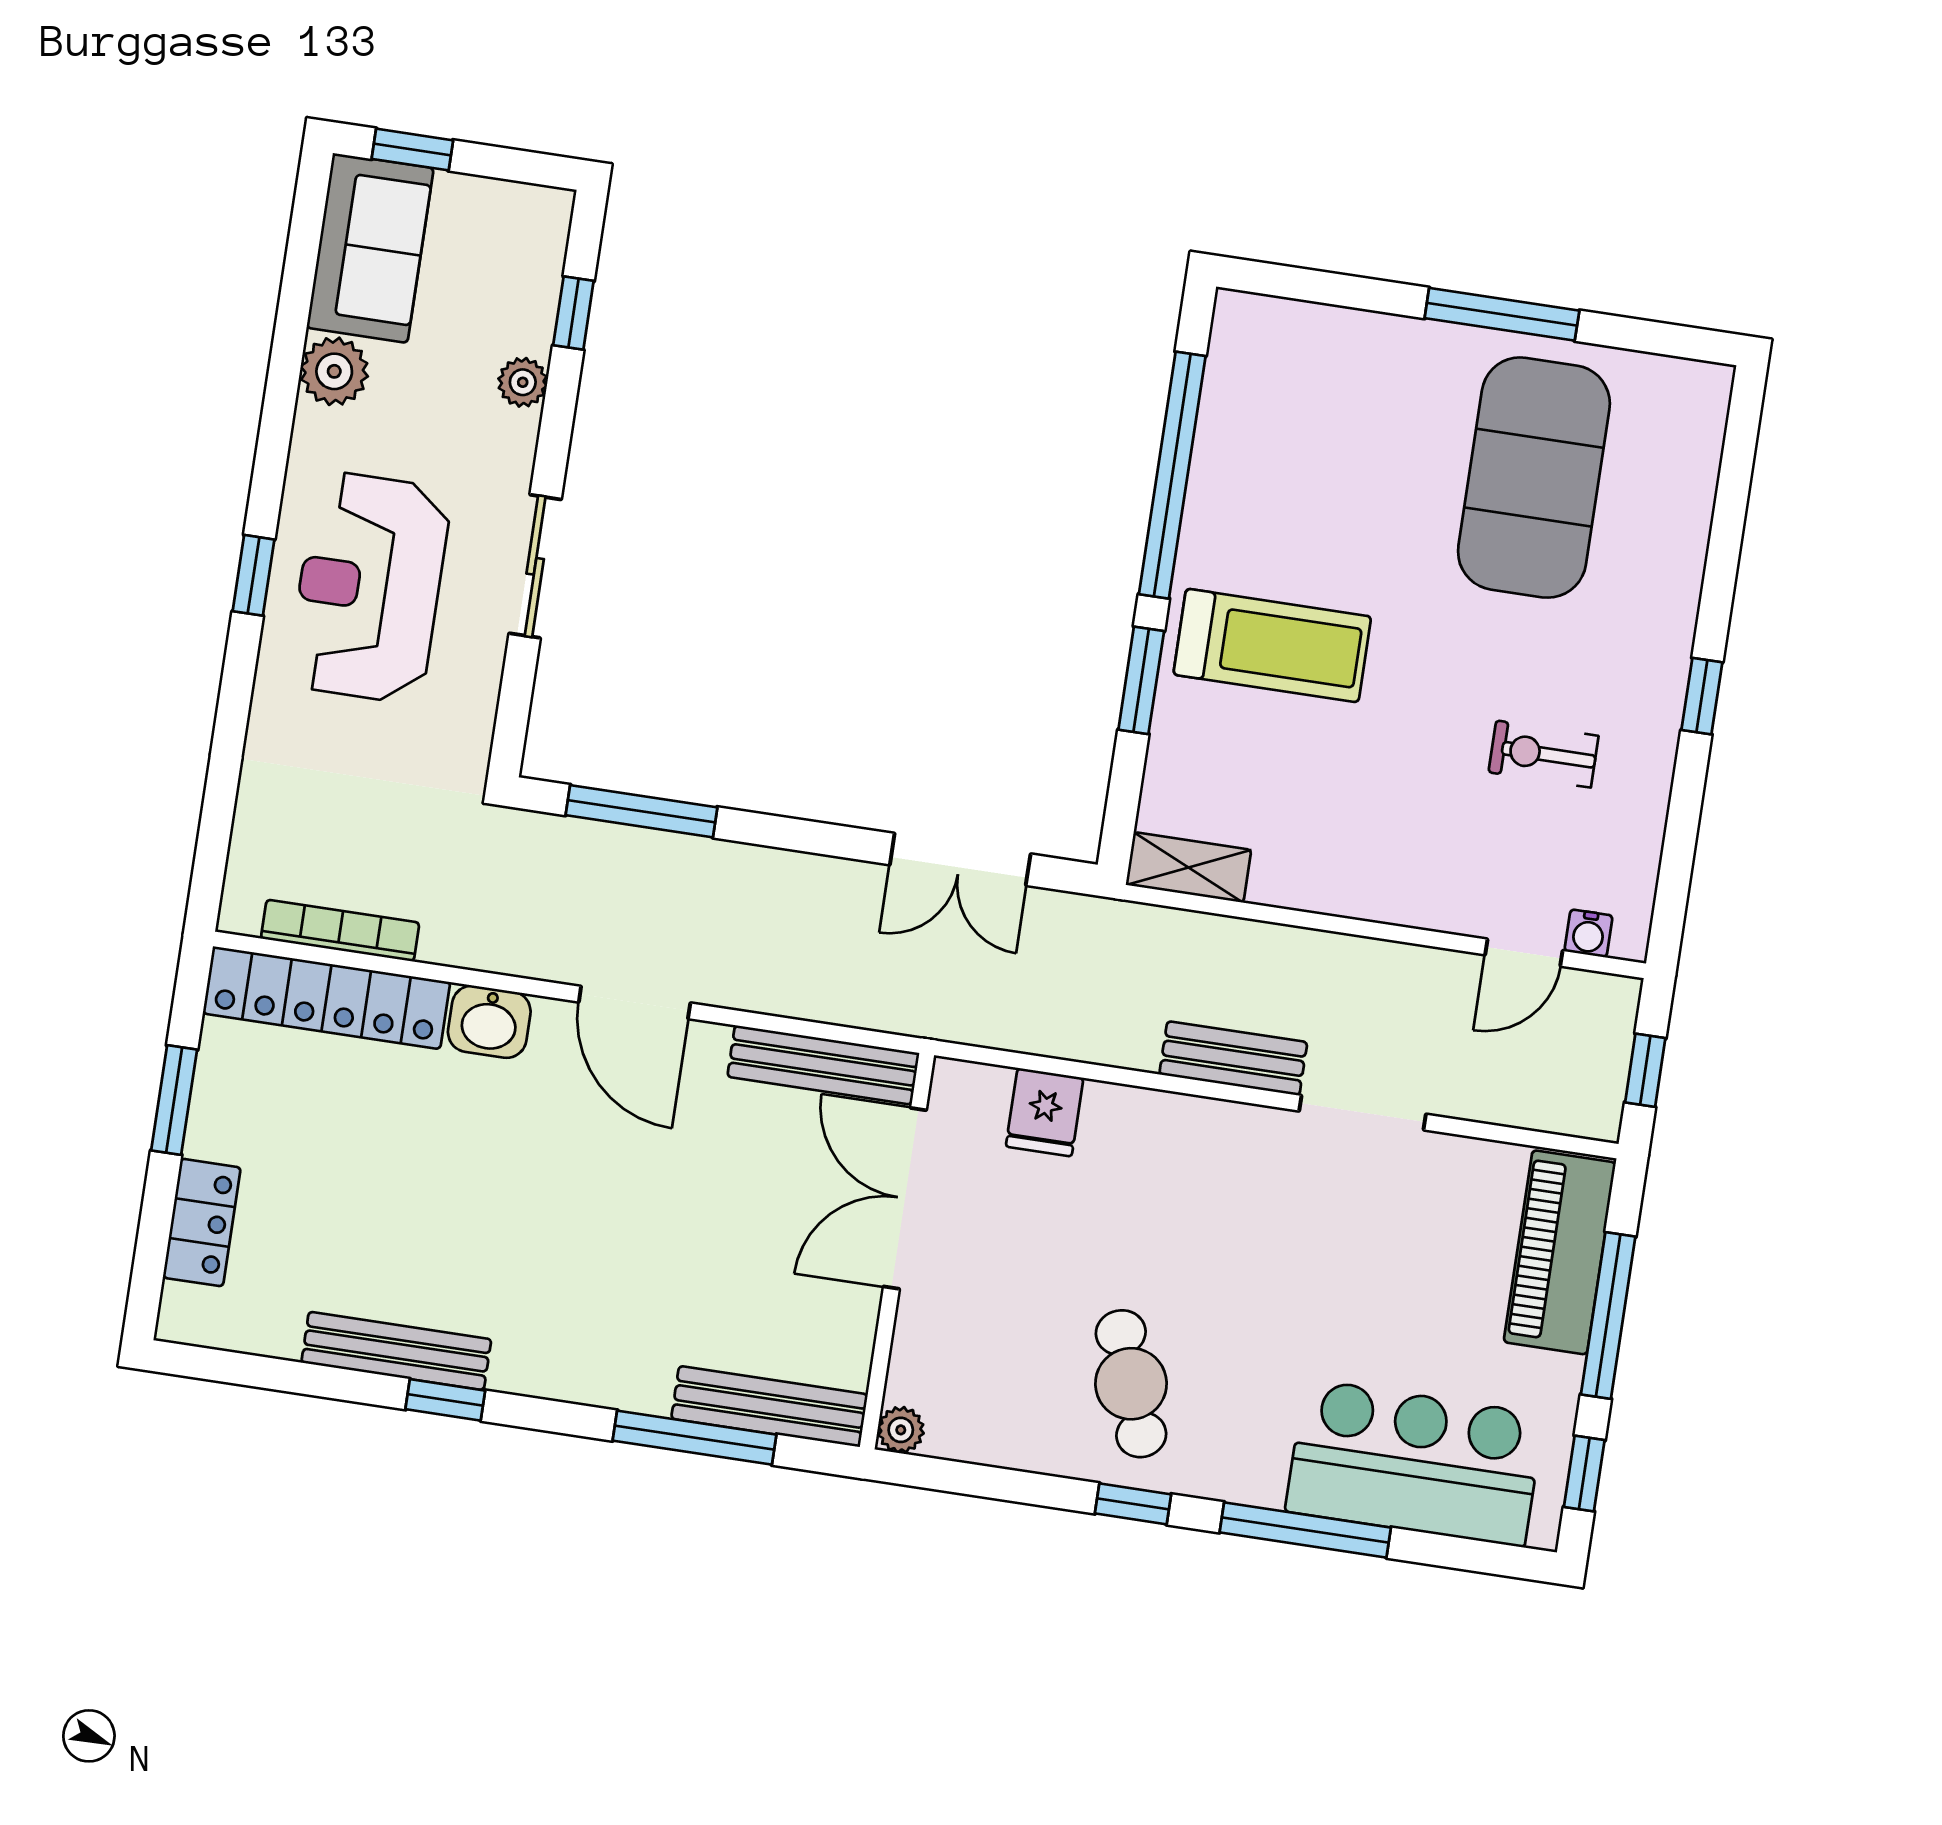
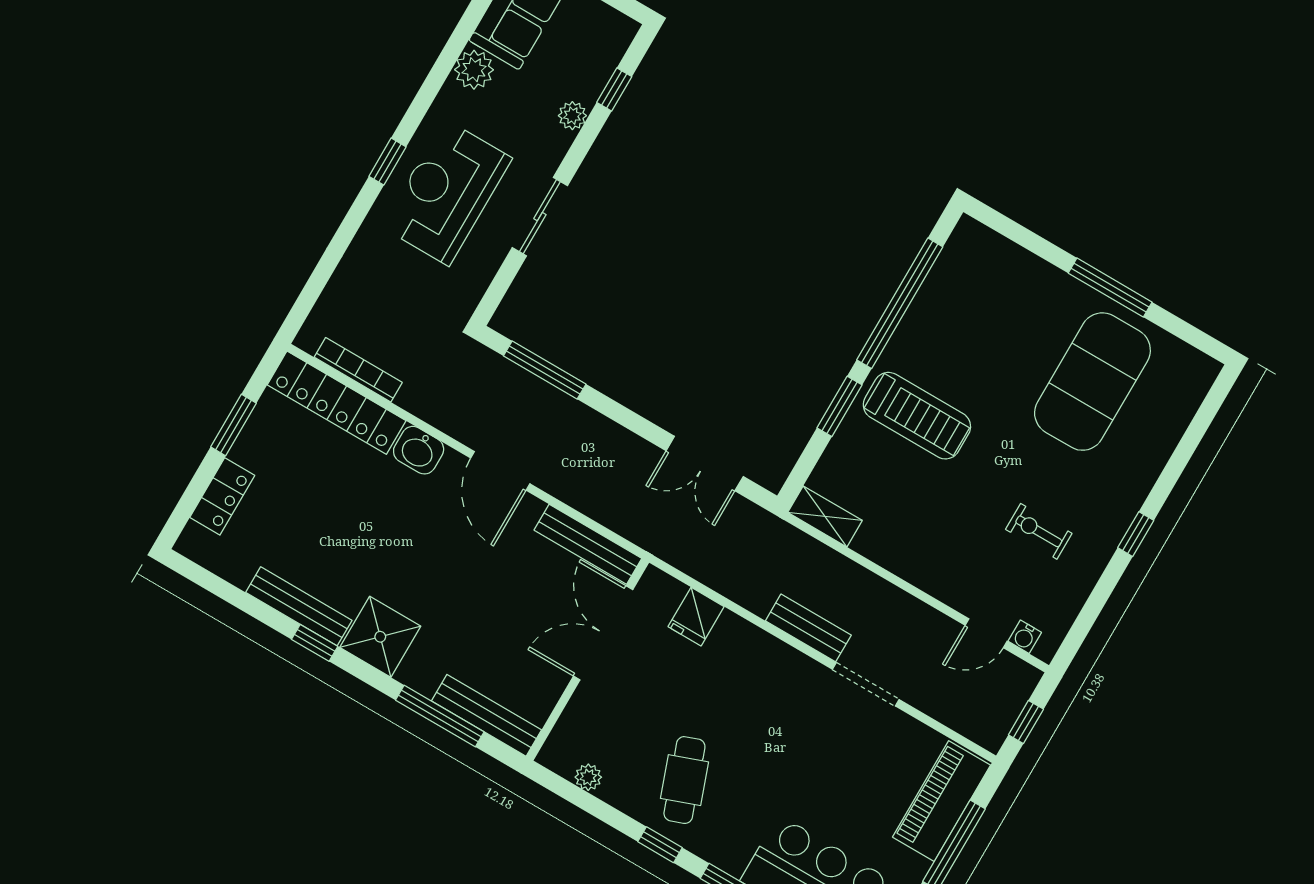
shower: (547, 1348) -> (380, 637), added
plant: (901, 1430) -> (588, 777), moved

